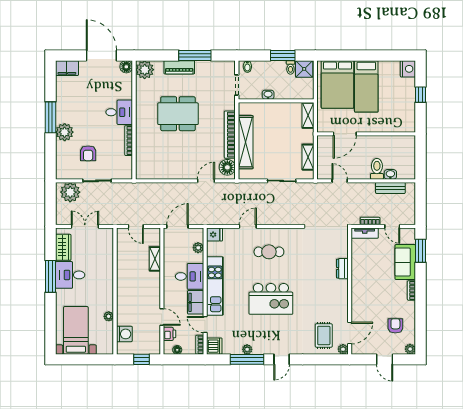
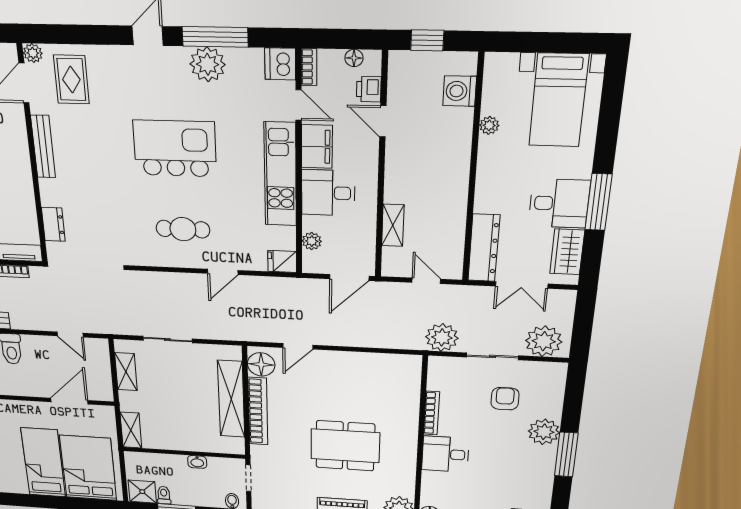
plant: (125, 191) -> (442, 337), added
dresser: (106, 248) -> (484, 248), added
dresser: (342, 269) -> (53, 224), moved
bench: (343, 298) -> (43, 147), added
plant: (247, 349) -> (208, 64), width x1.88, depth x1.88

